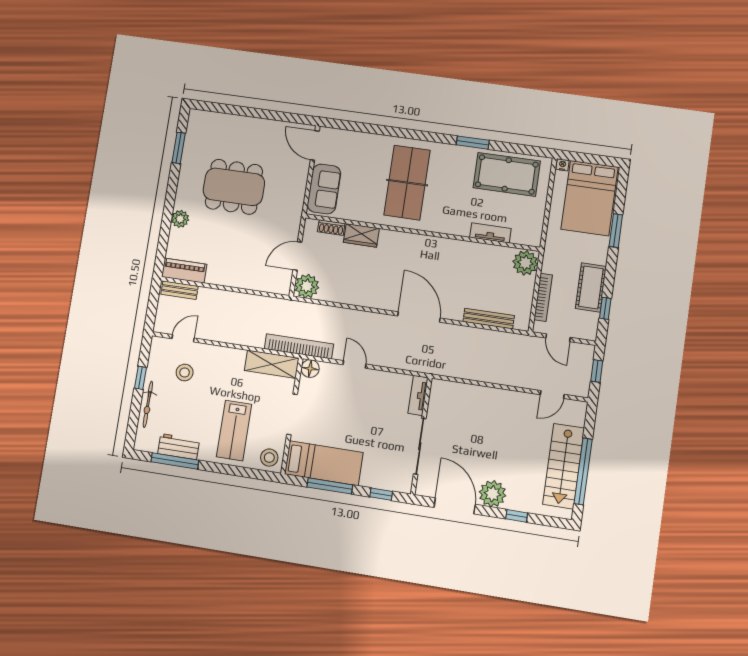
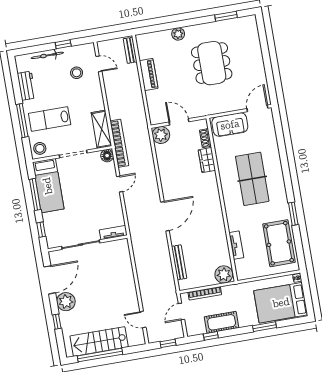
table tennis table: (407, 183) -> (252, 179), turned 90
piano: (184, 271) -> (149, 74), moved
window: (175, 461) -> (22, 121), moved

